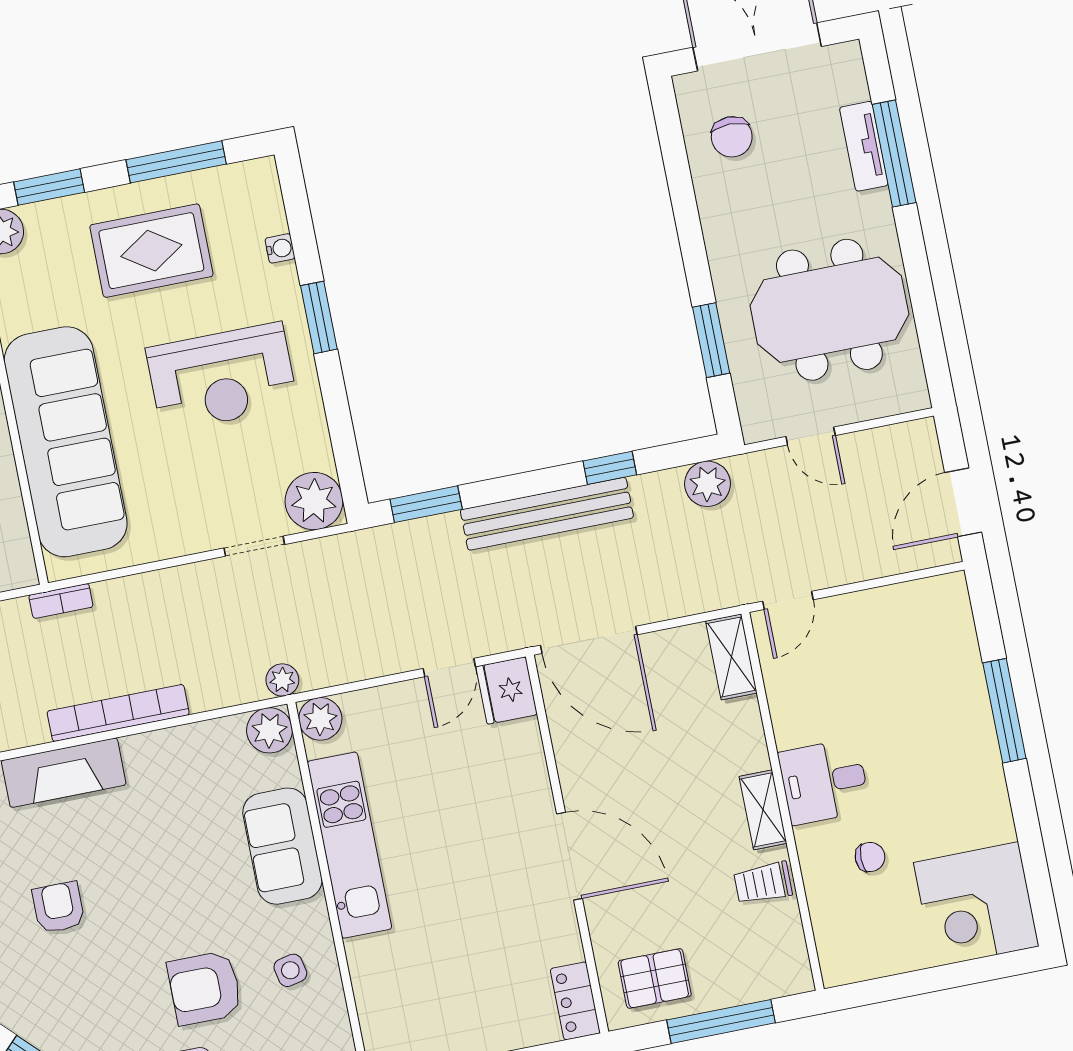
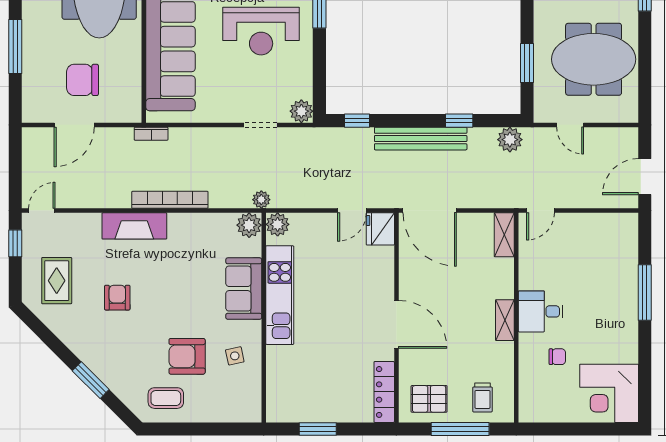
plant: (314, 501) -> (301, 111), width x0.73, depth x0.73
window: (426, 504) -> (357, 121), width x0.67
trolley: (763, 883) -> (482, 397), moved, turned -90
locker: (575, 1001) -> (384, 392), width x1.53

